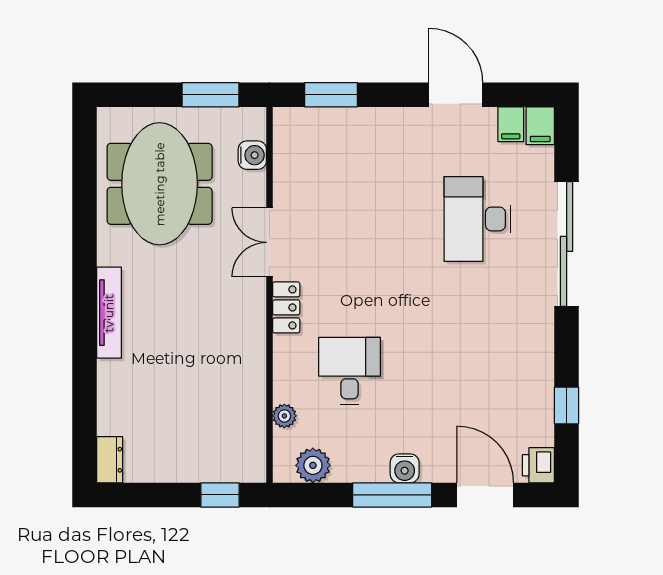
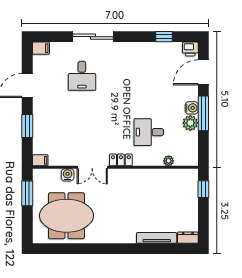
window: (331, 95) -> (27, 126), moved
filing cabinet: (511, 124) -> (40, 160), moved
water cooler: (252, 155) -> (68, 175), moved
desk: (477, 219) -> (82, 76), width x0.73
sliding door: (567, 244) -> (93, 37), width x0.73
tv unit: (109, 313) -> (157, 238), moved
plant: (313, 465) -> (190, 123), moved

